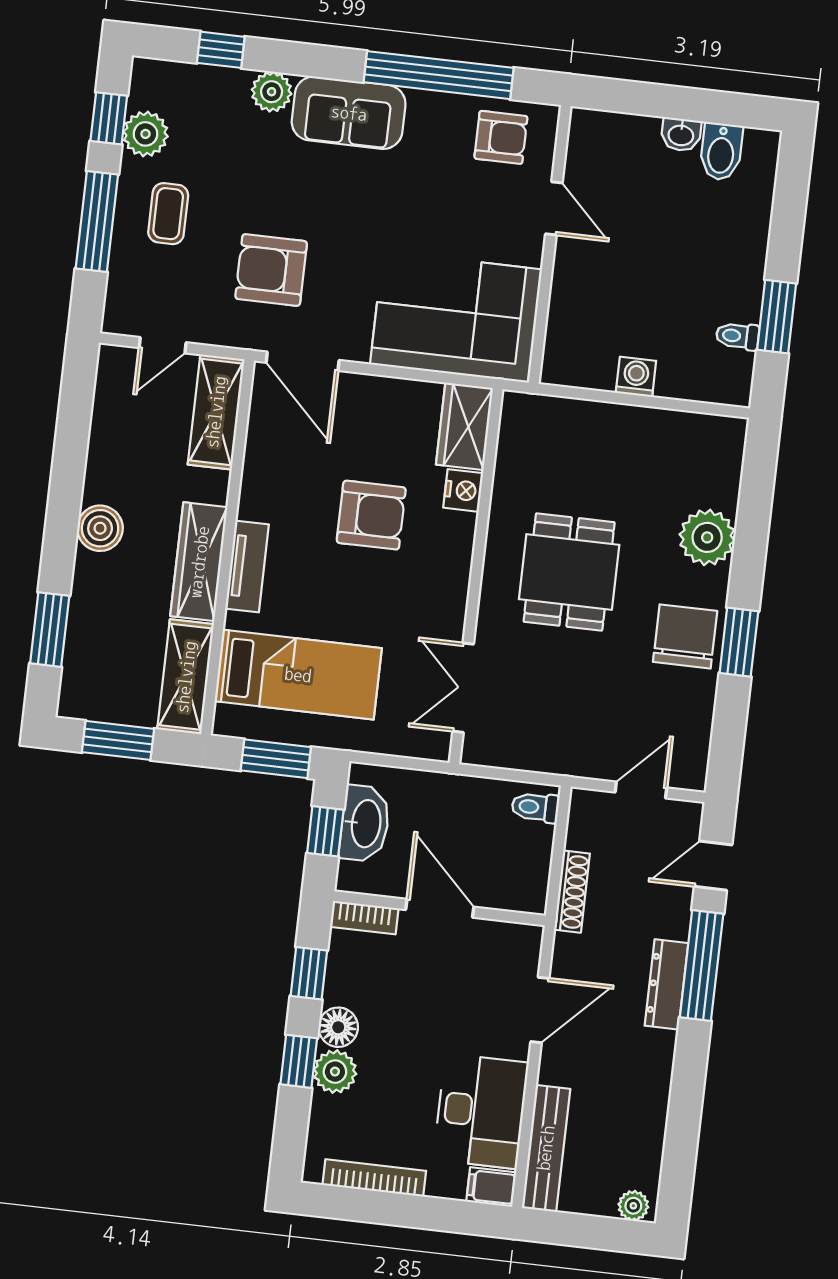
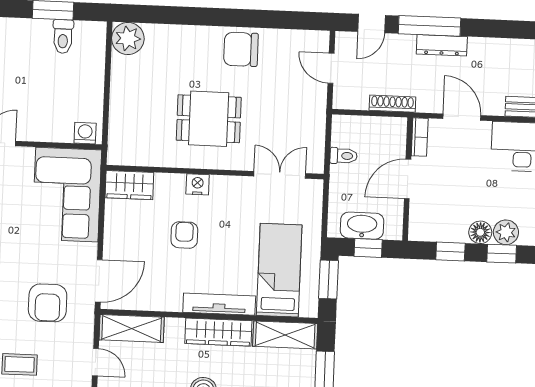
toilet: (737, 336) -> (63, 36), width x1.37, depth x1.39
washing machine: (636, 377) -> (85, 133), moved, turned 90
nightstand: (463, 490) -> (198, 184), moved
armchair: (371, 515) -> (184, 235), width x0.72, depth x0.72
plant: (707, 537) -> (128, 38), moved
tv unit: (247, 567) -> (219, 304), width x1.41
window: (739, 642) -> (242, 18), removed
double door: (463, 688) -> (280, 175), swing flipped
toilet: (535, 807) -> (343, 156), moved, turned -90
door: (713, 866) -> (371, 24), hinge flipped
bookcase: (364, 918) -> (420, 137), moved

